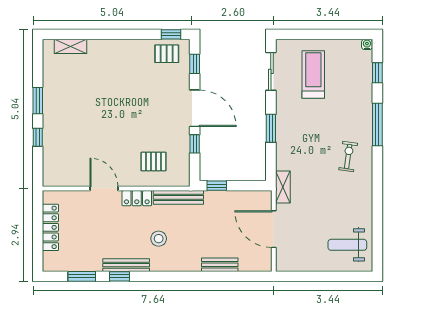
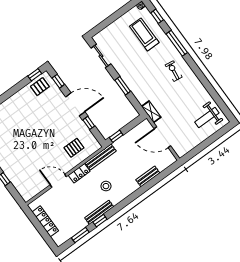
treadmill: (313, 75) -> (144, 34), moved

